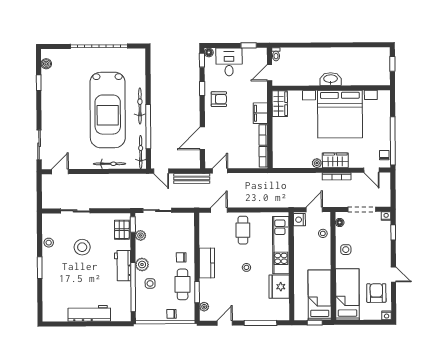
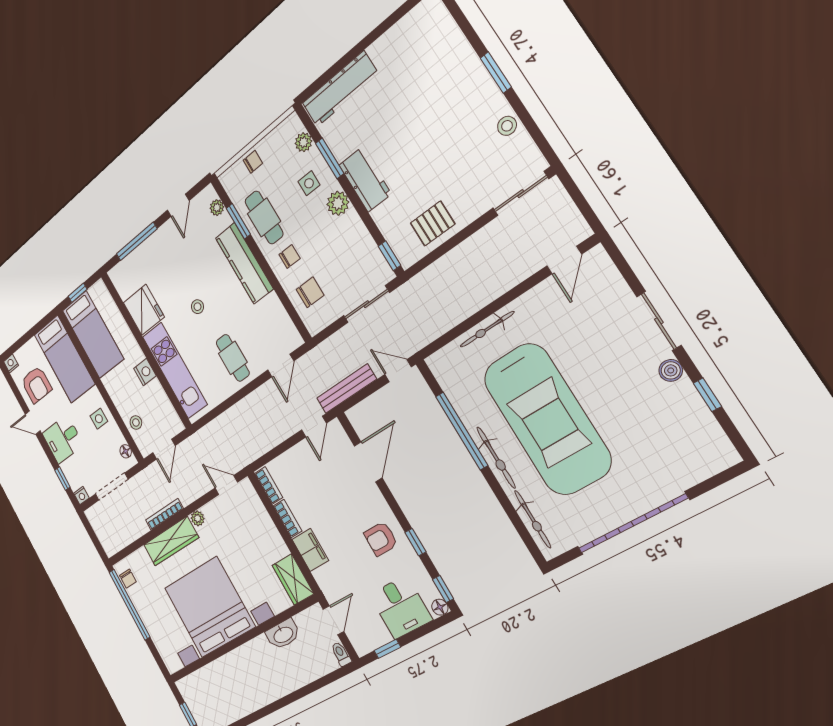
boiler: (46, 64) -> (671, 370), moved
washbasin: (331, 79) -> (283, 634), moved
car: (108, 110) -> (547, 419), turned 180
sliding door: (39, 145) -> (659, 321), moved
bicycle: (141, 152) -> (533, 519), moved
wardrobe: (335, 160) -> (171, 541), width x1.50
door: (371, 170) -> (226, 485), moved
sliding door: (75, 211) -> (521, 194), moved
nightstand: (299, 220) -> (145, 372), moved
pallet: (122, 230) -> (433, 224), moved, turned 90
chair: (182, 234) -> (310, 292), added
plant: (140, 235) -> (303, 142), moved
stool: (82, 247) -> (446, 160), removed
desk: (378, 253) -> (63, 439), added
kitchen counter: (207, 263) -> (244, 263), width x1.50
window: (133, 287) -> (330, 158), width x0.47
workbench: (89, 313) -> (340, 89), moved

